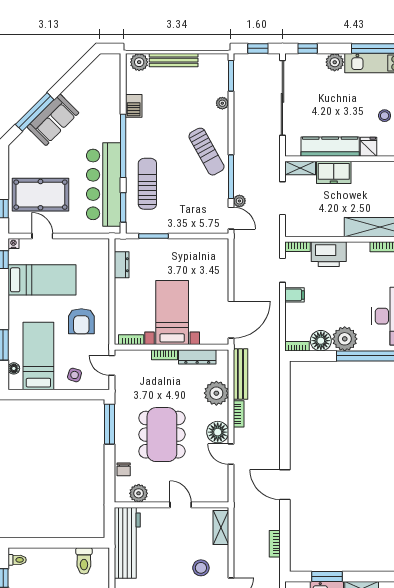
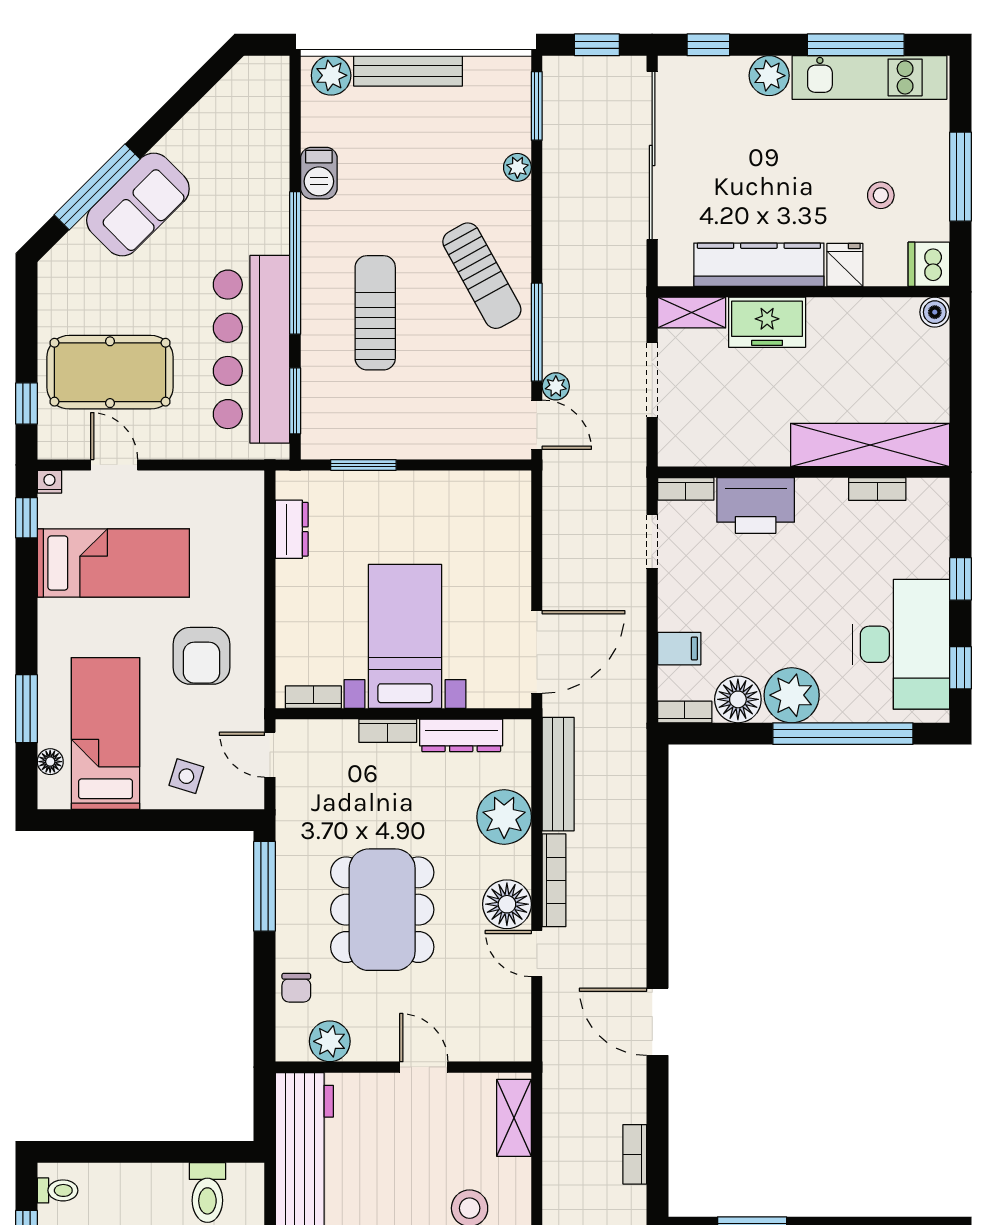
sun lounger: (147, 184) -> (375, 313), moved
filing cabinet: (295, 295) -> (679, 649), moved
bookcase: (239, 414) -> (554, 880), width x1.56

